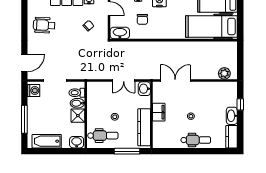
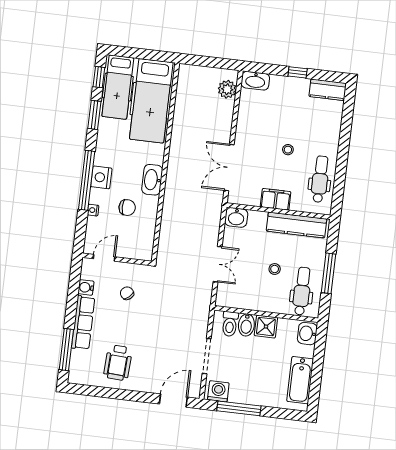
washbasin: (120, 33) -> (152, 180), moved
door: (24, 63) -> (173, 401), hinge flipped
double door: (124, 80) -> (218, 264), moved
window: (240, 104) -> (298, 72), moved
washbasin: (232, 116) -> (255, 81), moved
window: (24, 119) -> (239, 408), moved
dental chair: (196, 140) -> (320, 179), moved
window: (127, 151) -> (329, 273), moved

